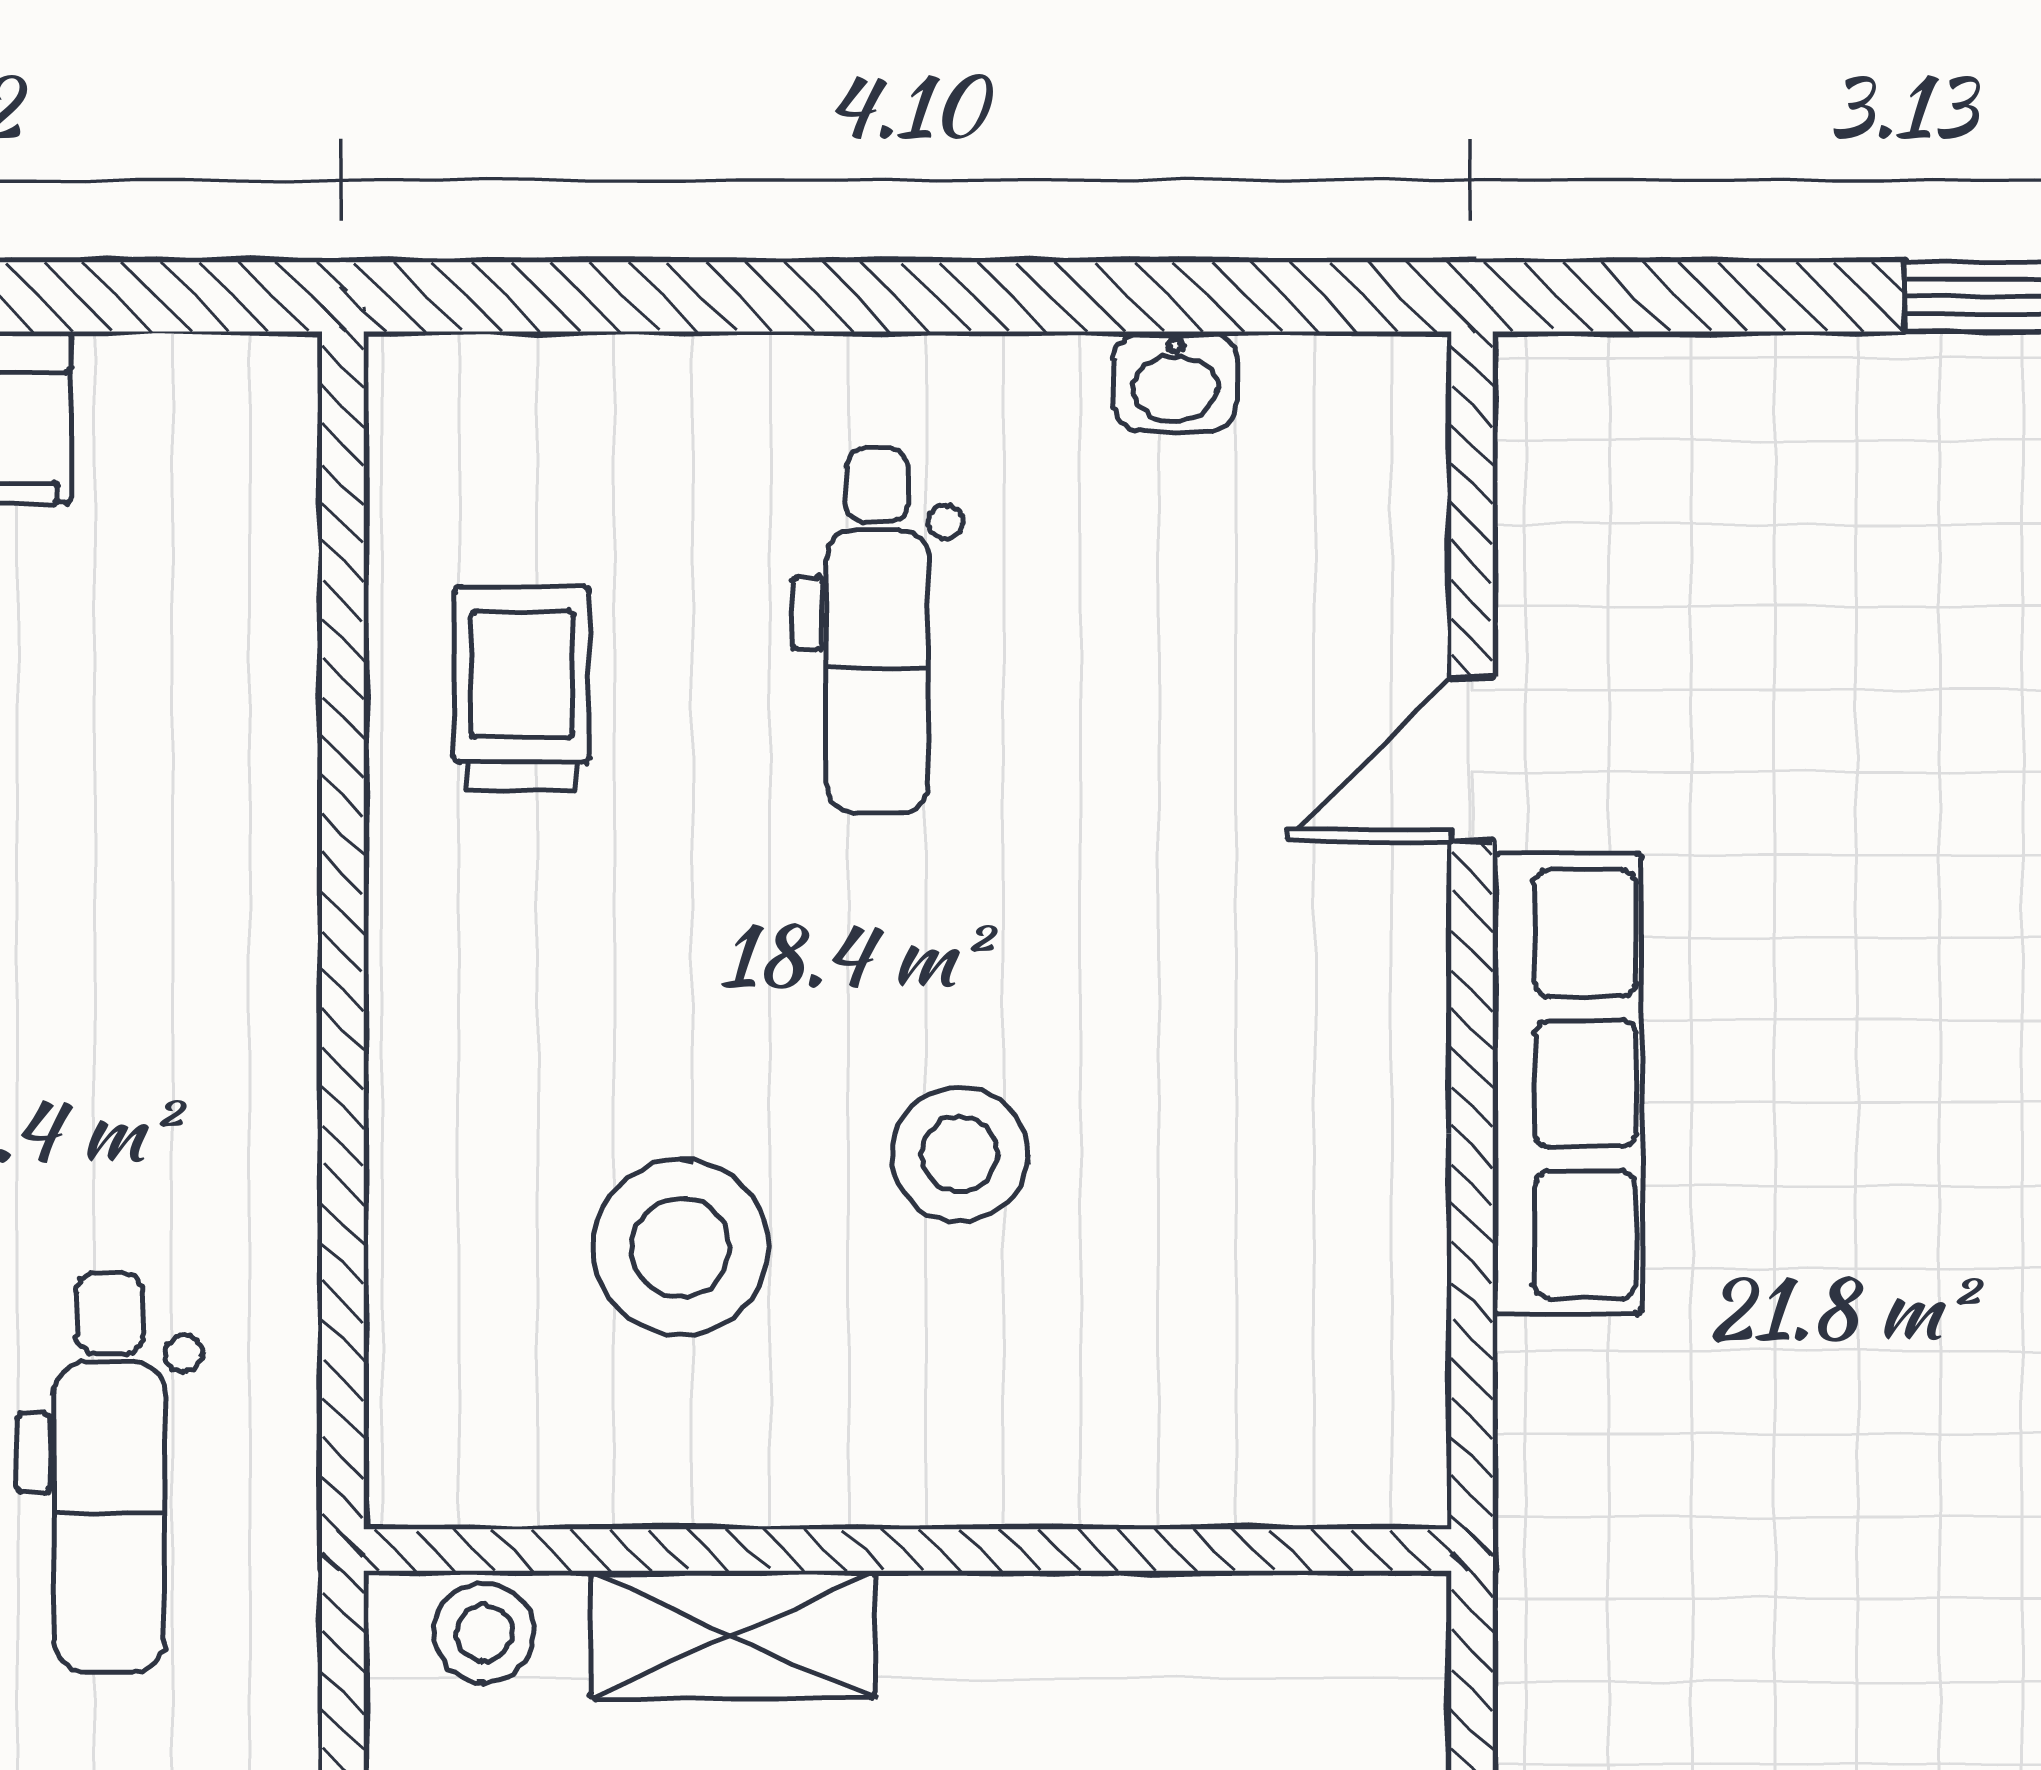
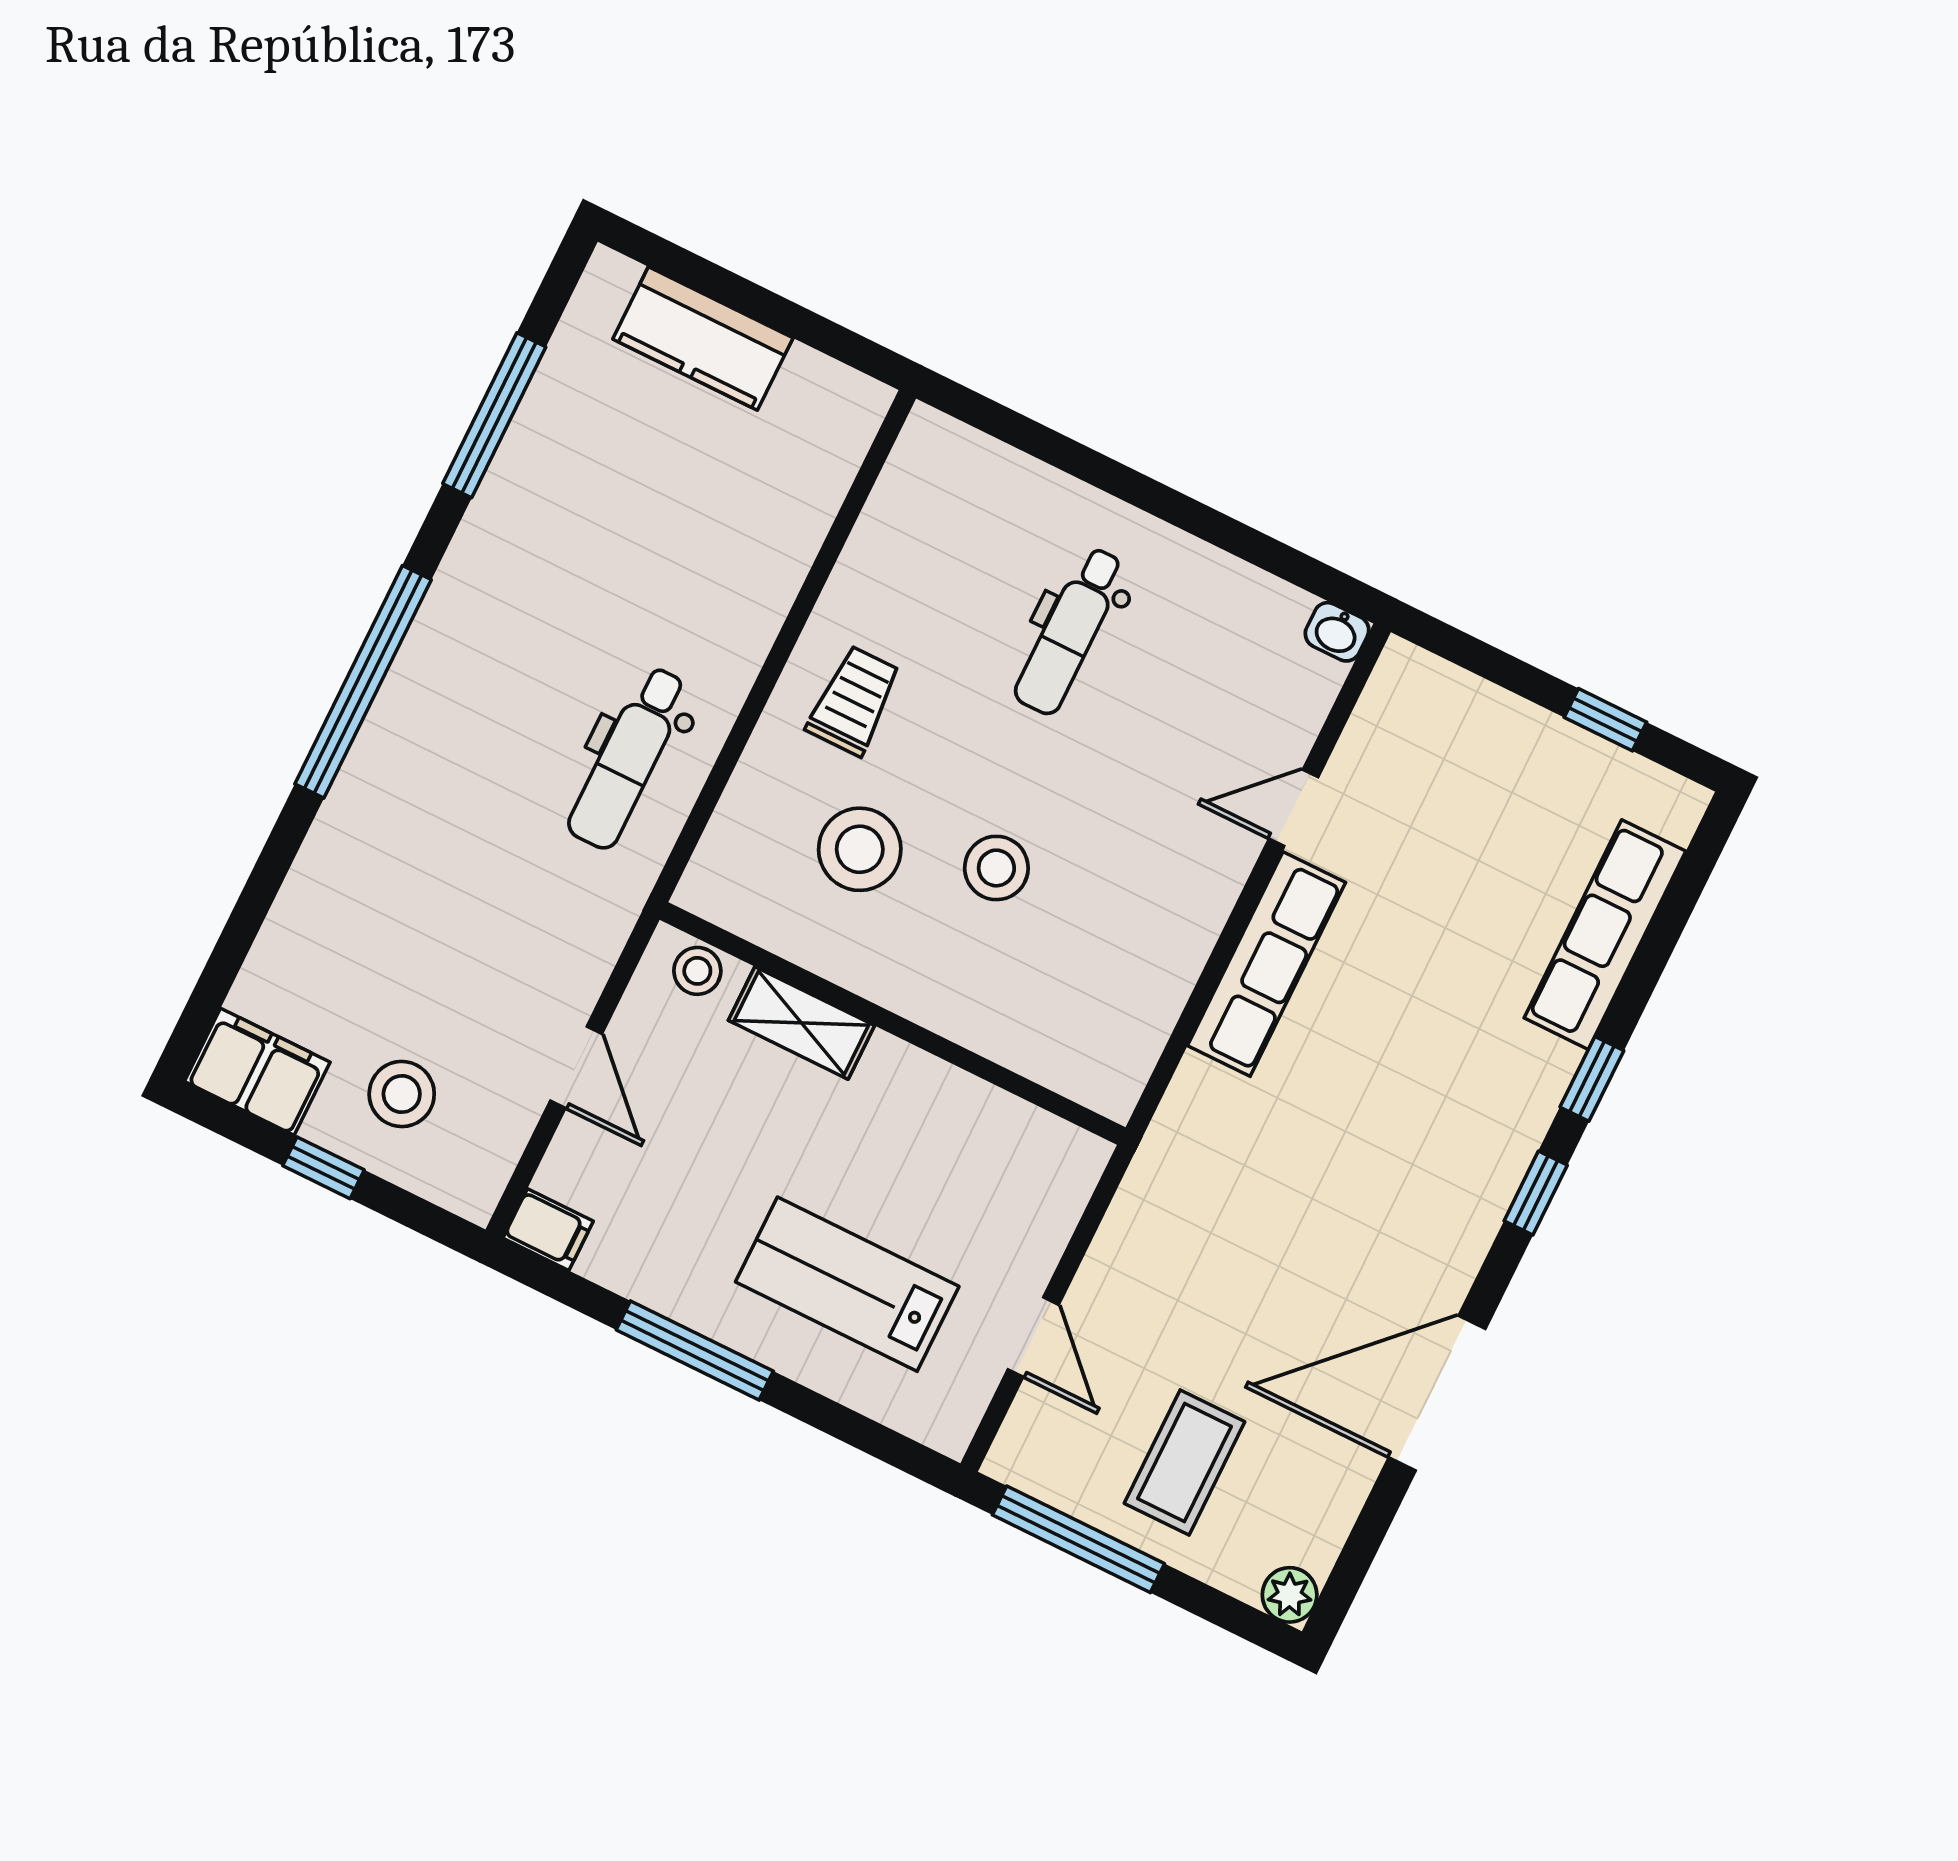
washbasin: (1175, 382) -> (1337, 632), moved
trolley: (522, 689) -> (854, 701), moved
dental chair: (109, 1473) -> (628, 758), moved

